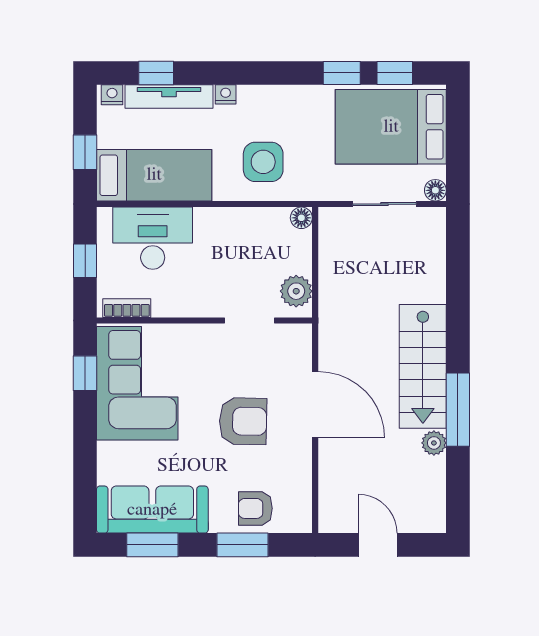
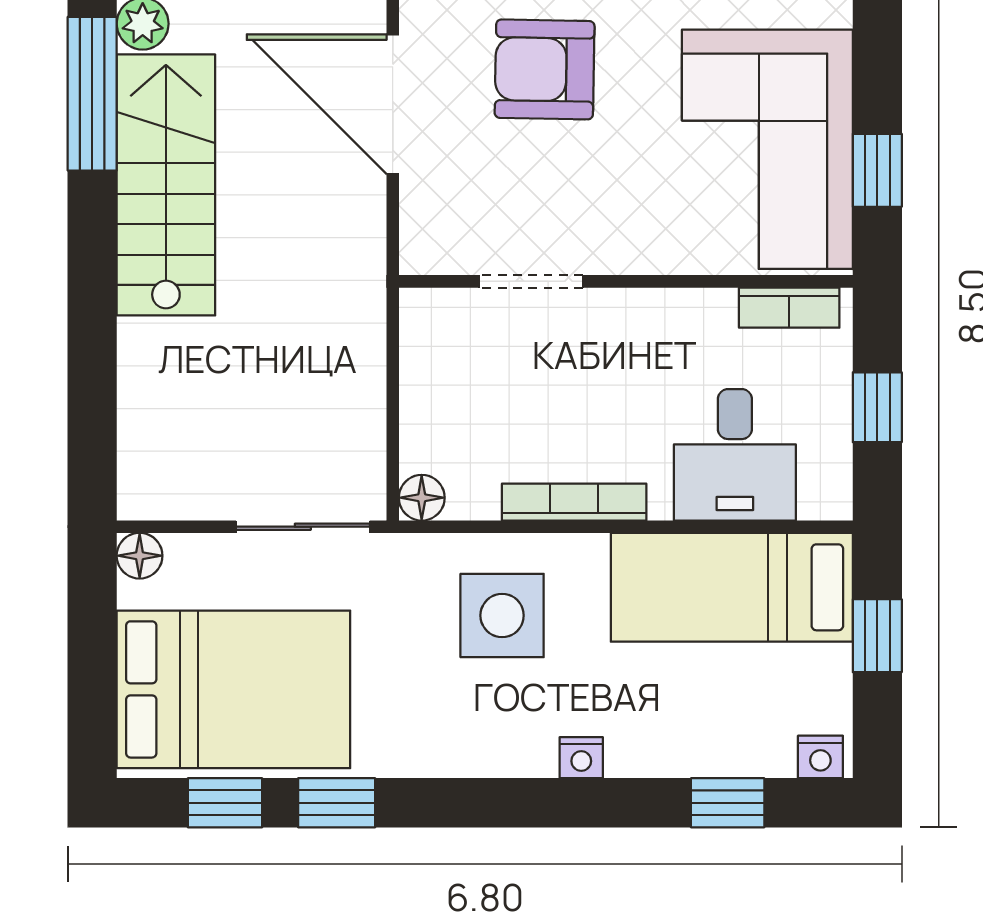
tv unit: (169, 97) -> (700, 753), removed
sliding door: (384, 204) -> (303, 527), moved
bookcase: (229, 216) -> (574, 502), added
desk: (153, 238) -> (735, 455), width x0.73
plant: (296, 291) -> (433, 343), removed

